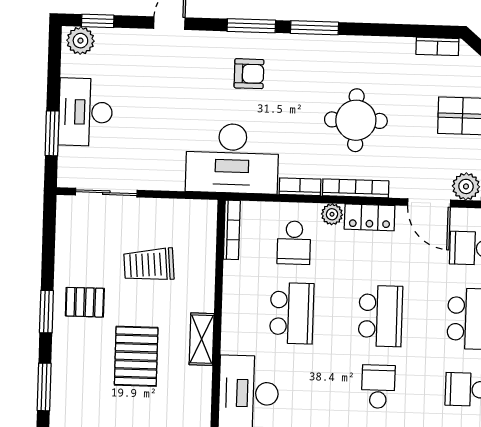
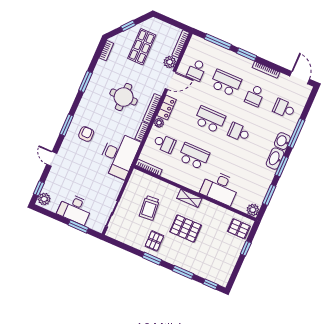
window: (315, 28) -> (85, 82), moved

